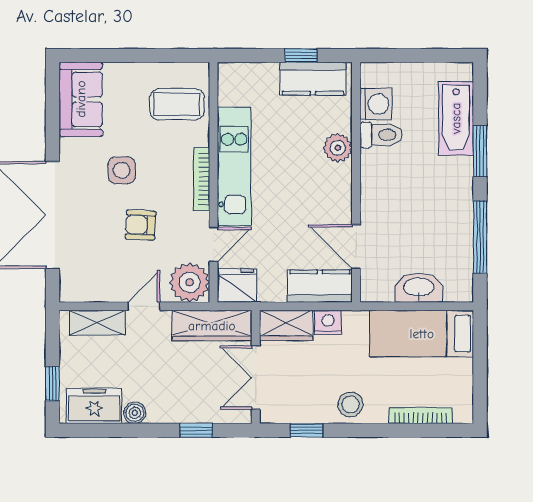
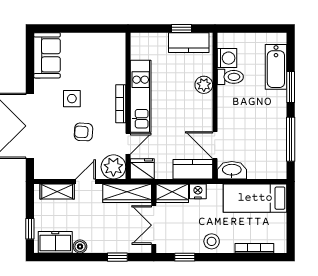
coffee table: (177, 104) -> (106, 58), removed
washbasin: (419, 288) -> (232, 170), moved

